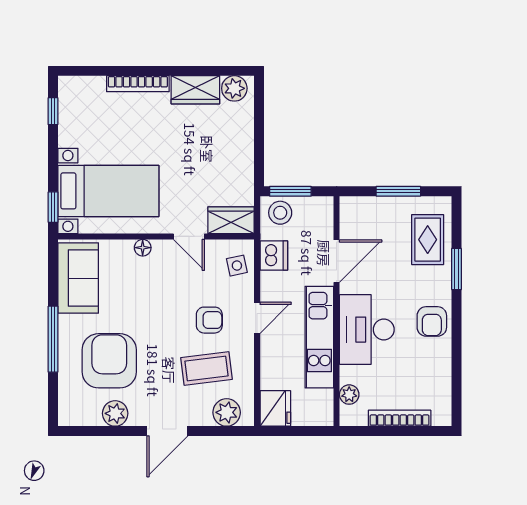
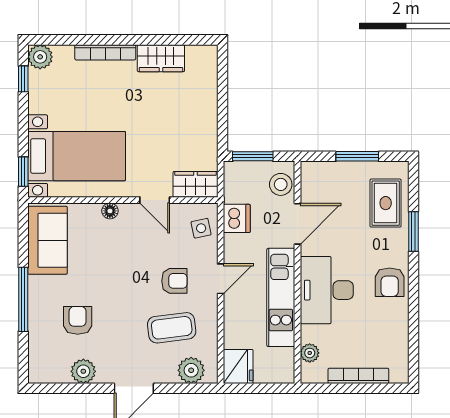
plant: (234, 88) -> (40, 57), moved
stool: (280, 213) -> (281, 184), moved
armchair: (109, 361) -> (78, 320), width x0.53, depth x0.53

